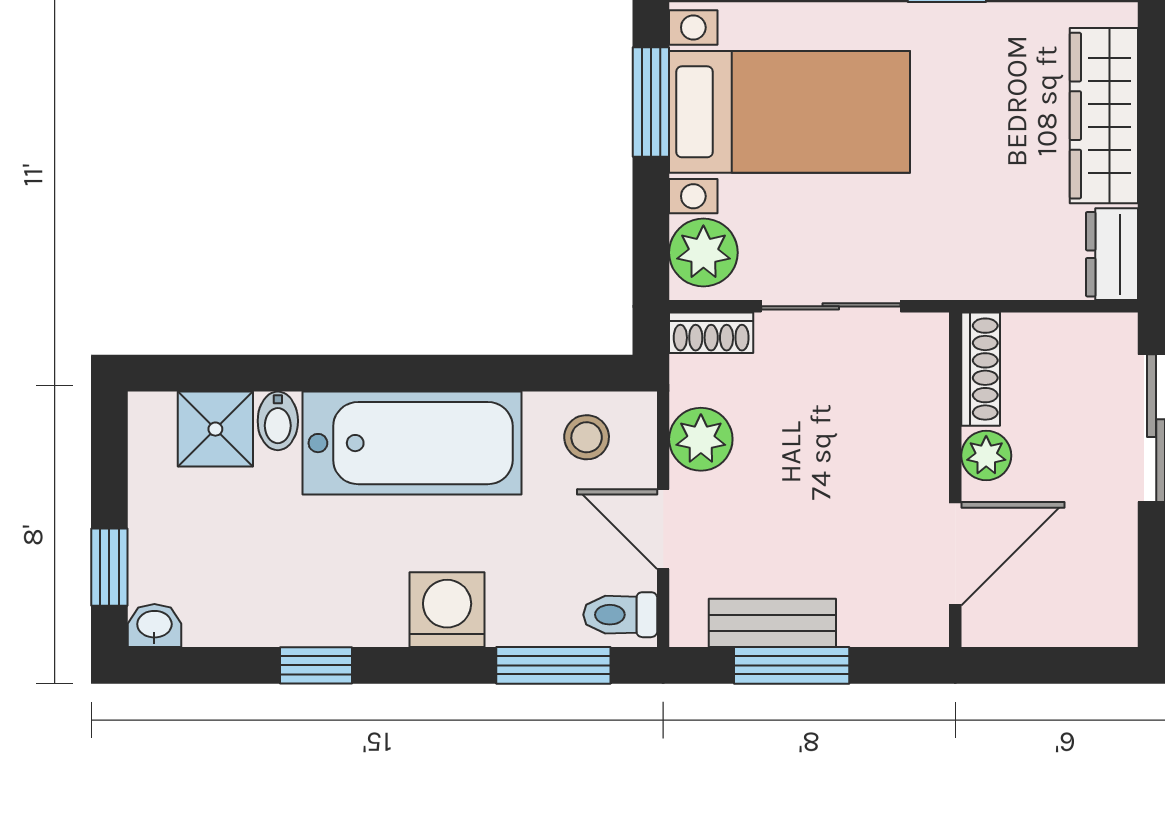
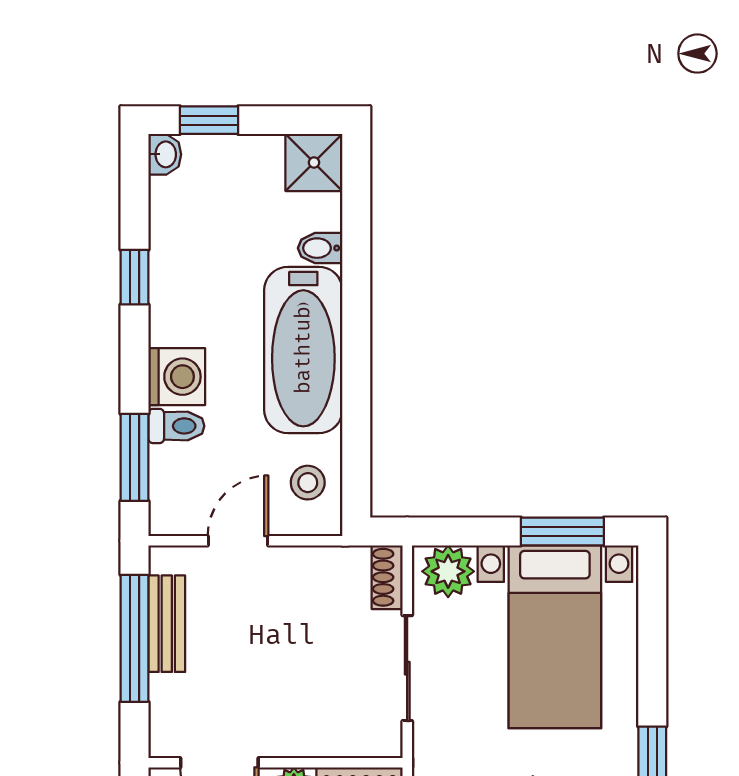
shower: (215, 429) -> (314, 163), moved
plant: (701, 439) -> (306, 569), removed
toilet: (620, 615) -> (176, 426), moved, turned 90
window: (792, 665) -> (134, 638), width x1.44

